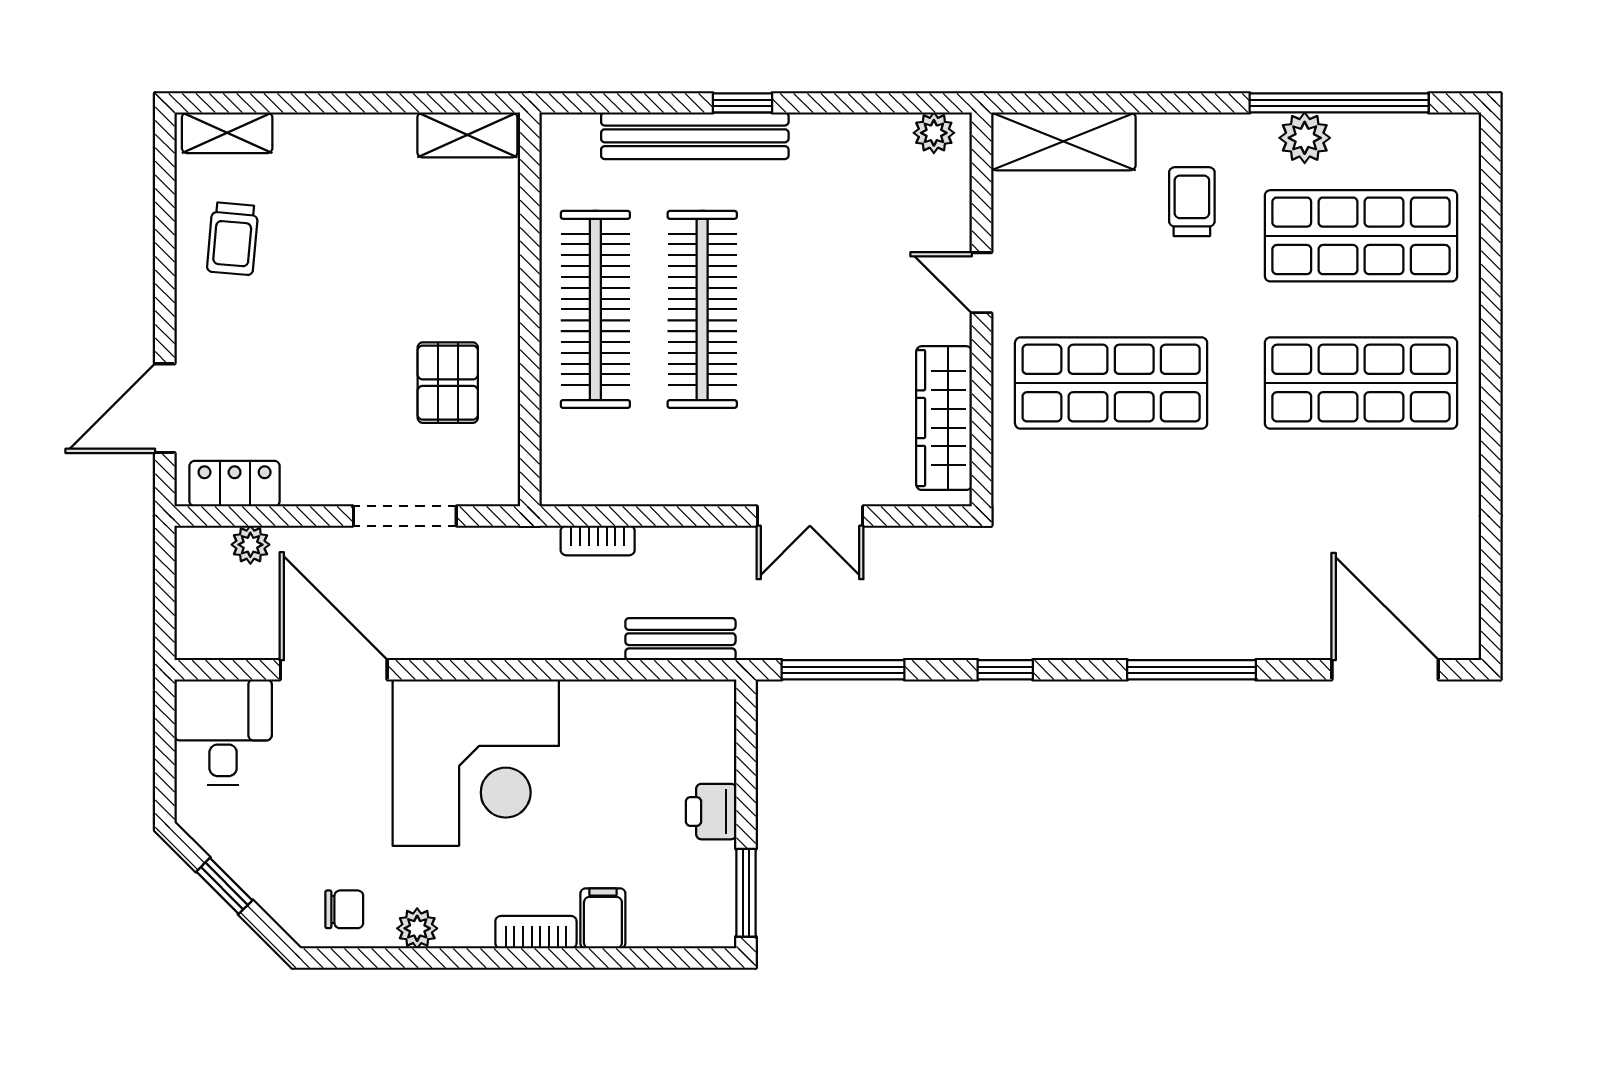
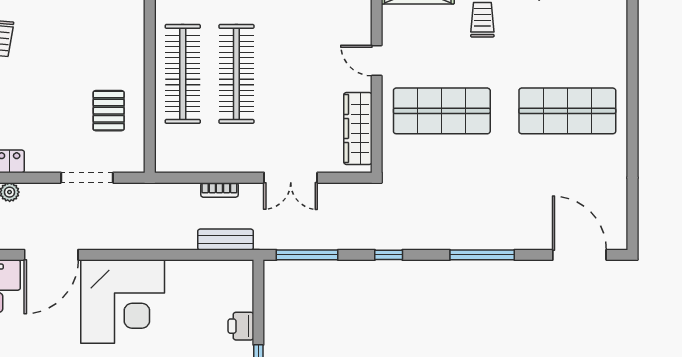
shop shelf: (1361, 236) -> (567, 37), removed
bookcase: (598, 540) -> (219, 190), moved
door: (334, 670) -> (51, 255), swing flipped

